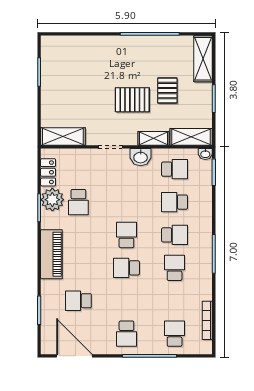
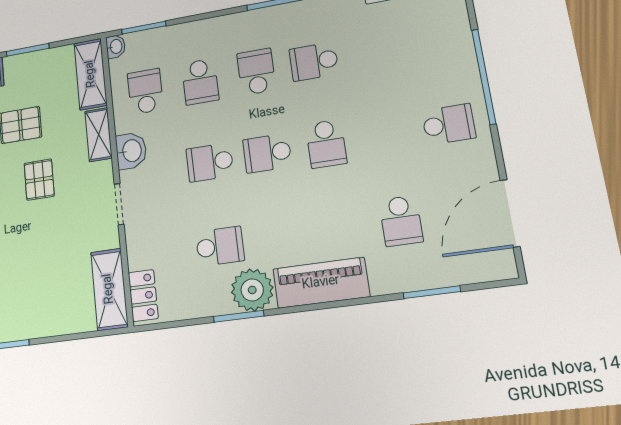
pallet: (132, 100) -> (39, 180), width x0.67, depth x0.71
locker: (48, 172) -> (143, 295), moved, turned 90
plant: (52, 200) -> (252, 290), moved
school desk: (175, 334) -> (210, 162), moved

